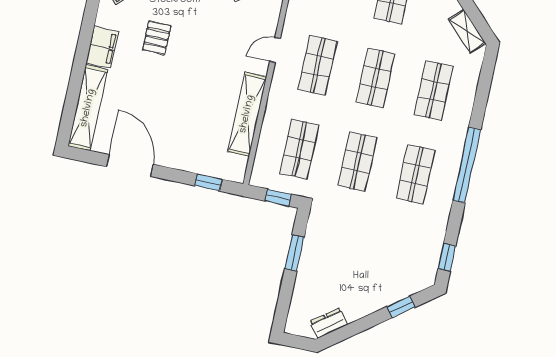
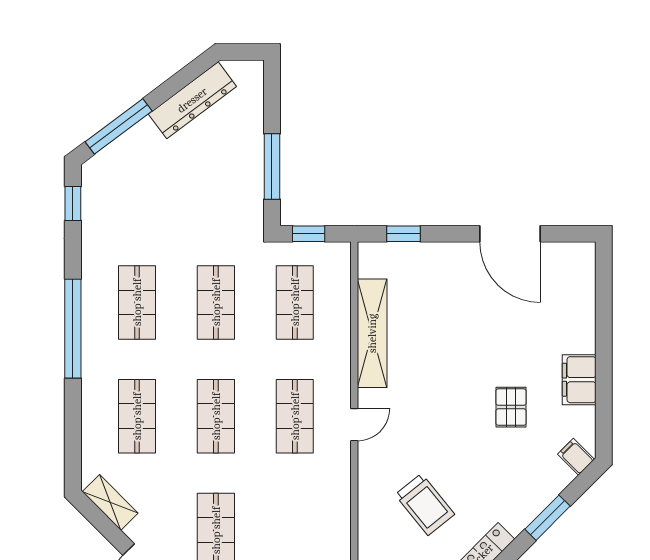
shelving: (88, 108) -> (581, 297), removed
window: (294, 253) -> (272, 166), width x1.44
window: (401, 307) -> (119, 126), width x2.17
dresser: (329, 323) -> (192, 100), width x1.96, depth x1.24

